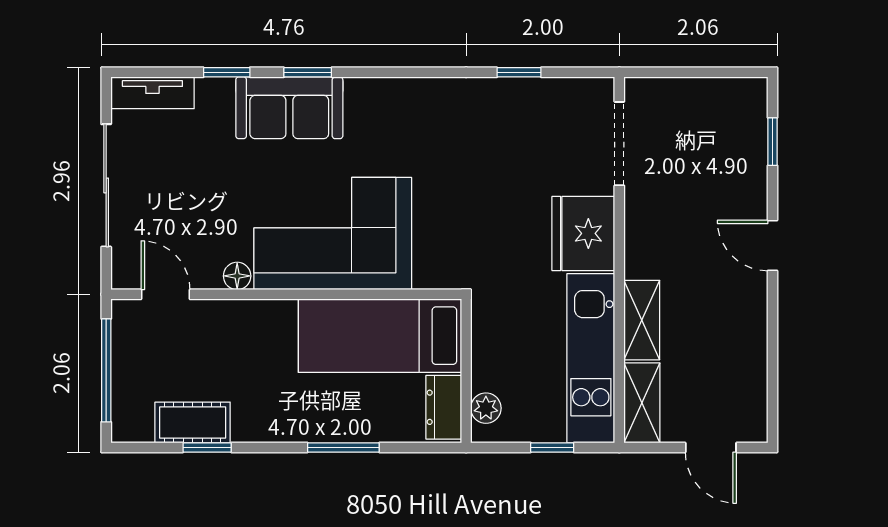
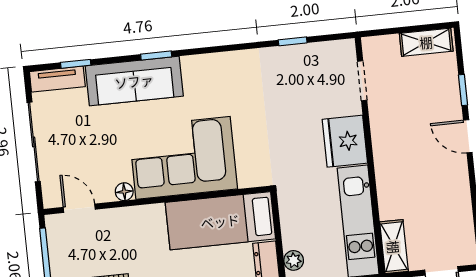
window: (227, 72) -> (76, 64), moved
sofa: (289, 108) -> (134, 81), width x1.36
window: (772, 142) -> (463, 90), moved
doorway: (619, 144) -> (362, 81), width x0.73
shelving: (642, 320) -> (426, 42), moved, turned 90

